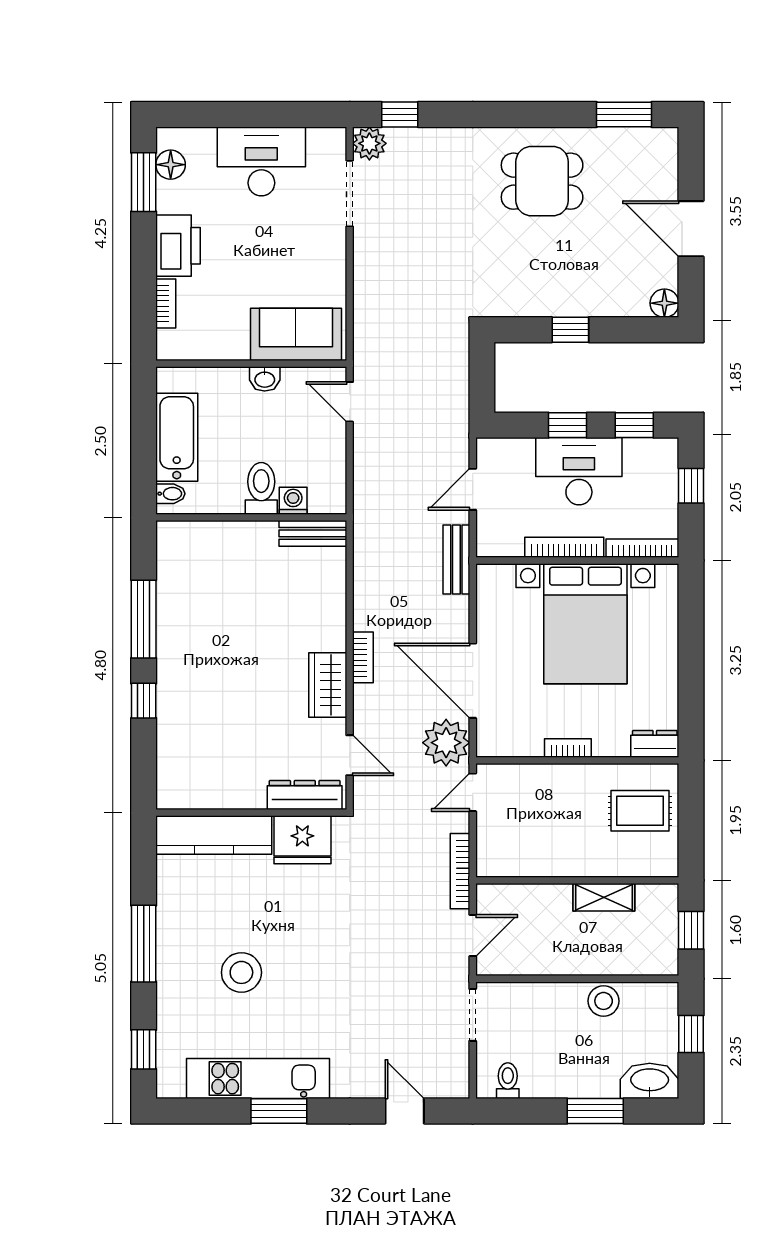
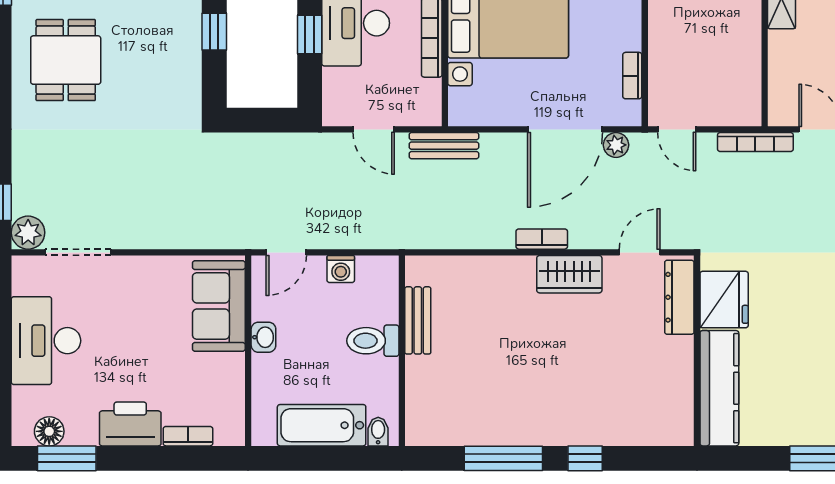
washing machine: (293, 501) -> (341, 269), moved, turned -90
bench: (313, 533) -> (418, 320), moved
plant: (446, 743) -> (616, 145), width x0.53, depth x0.53
bookcase: (568, 748) -> (632, 76), moved

